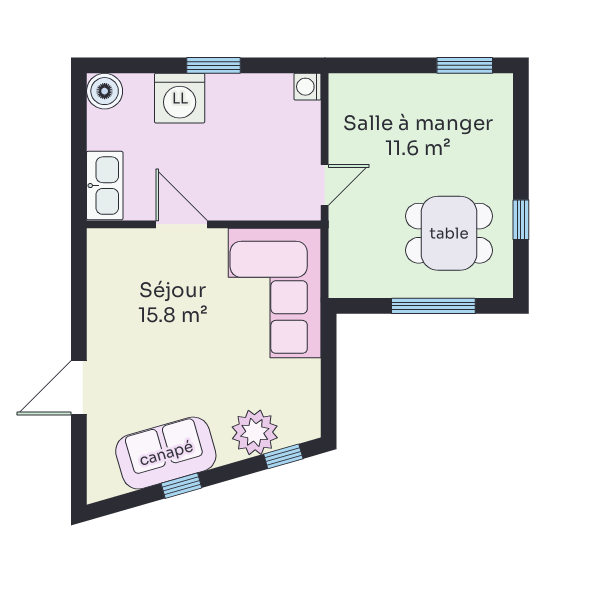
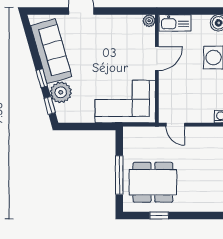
dining table: (449, 233) -> (153, 182), width x1.38
plant: (100, 241) -> (149, 21), added
sofa: (166, 453) -> (51, 51), width x1.36
window: (181, 486) -> (42, 78), moved

